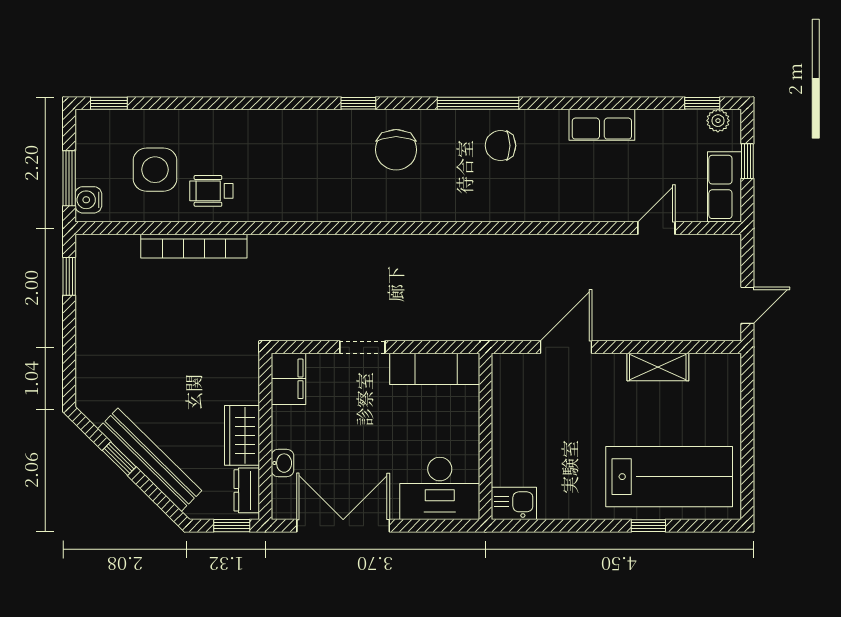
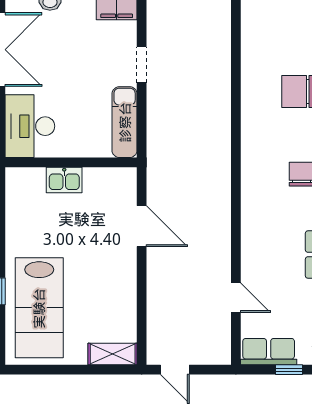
shelving: (658, 367) -> (113, 354), moved, turned 90
kitchen sink: (514, 503) -> (64, 180), moved, turned 90

